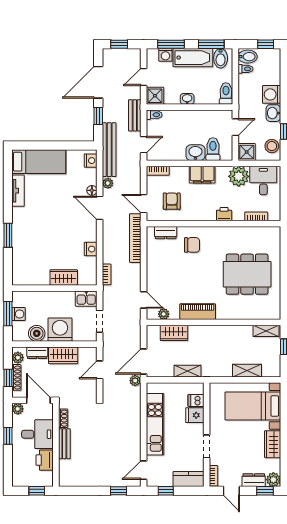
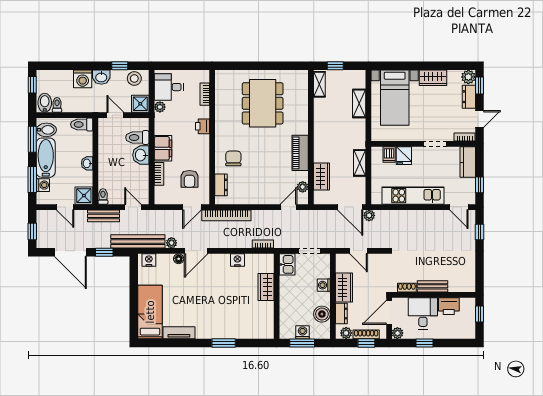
bookcase: (158, 171) -> (159, 174), moved
plant: (239, 176) -> (160, 107), width x0.53, depth x0.53
armchair: (172, 201) -> (189, 179), turned -90
washing machine: (60, 330) -> (324, 285), width x0.53, depth x0.53

